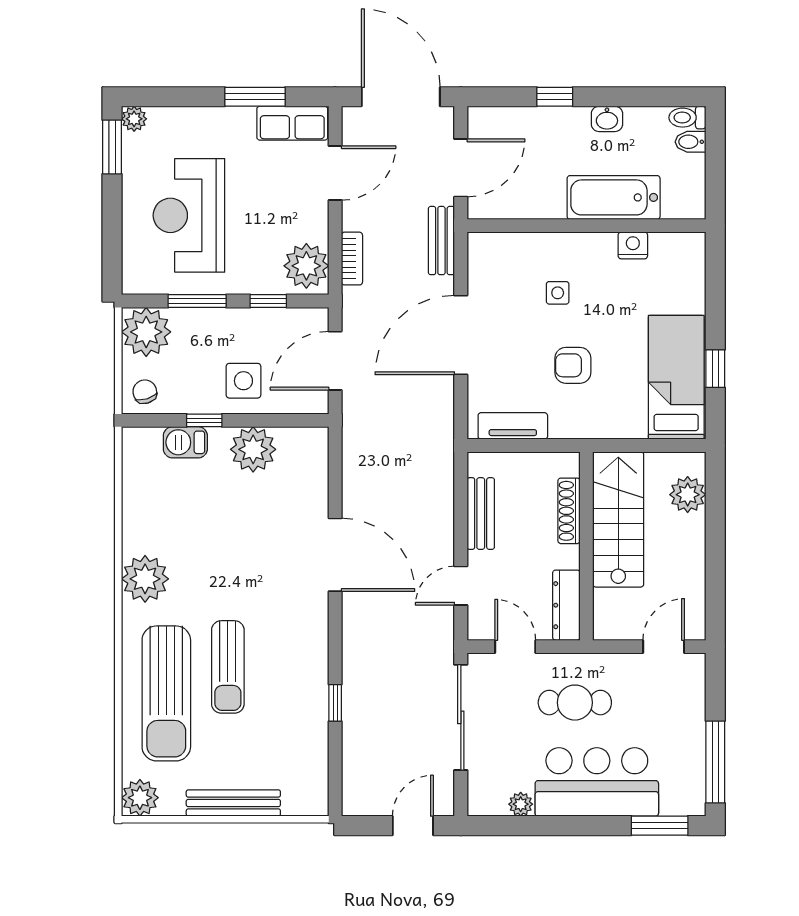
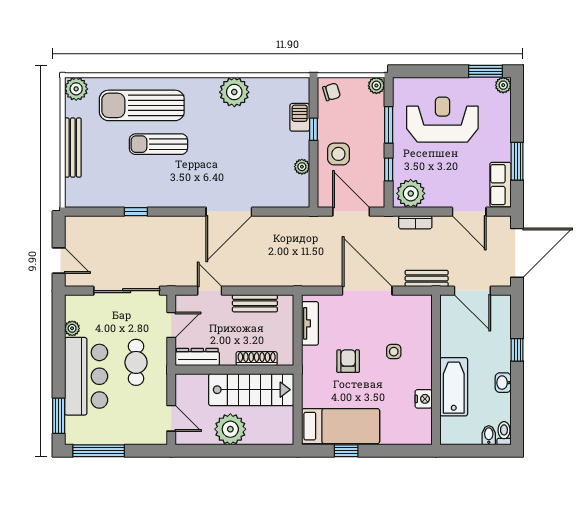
plant: (146, 332) -> (376, 86), width x0.53, depth x0.53
plant: (253, 449) -> (302, 167), width x0.53, depth x0.53
plant: (688, 495) -> (230, 429), moved, width x1.36, depth x1.36
plant: (145, 579) -> (234, 92), moved

